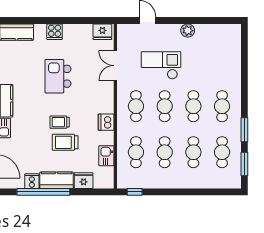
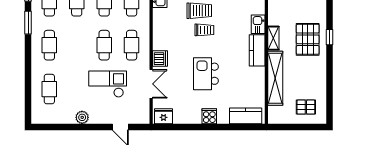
checkout: (161, 65) -> (108, 84), turned 180
kitchen island: (58, 76) -> (206, 74), turned 180
cafe table: (193, 106) -> (49, 89), moved
dishwasher: (106, 122) -> (160, 59), moved

